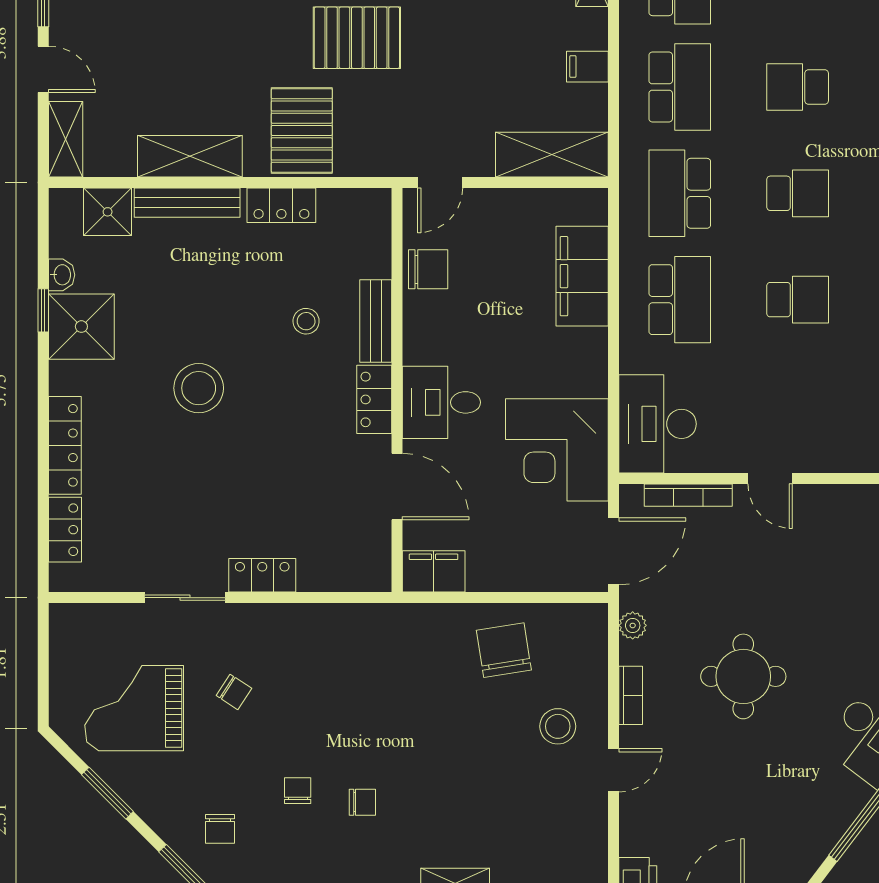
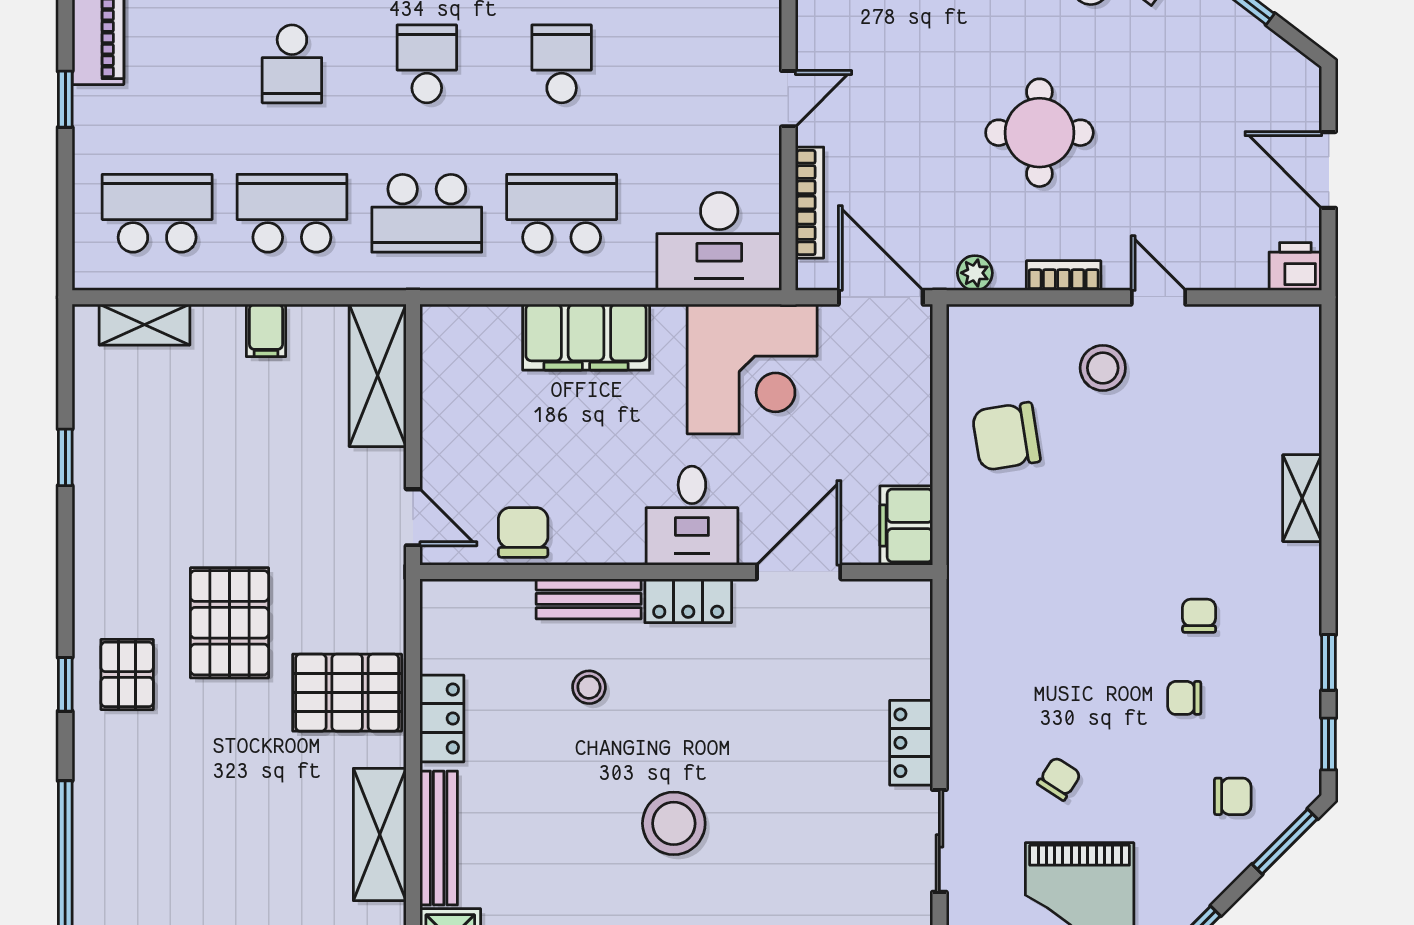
filing cabinet: (582, 276) -> (586, 337), moved

